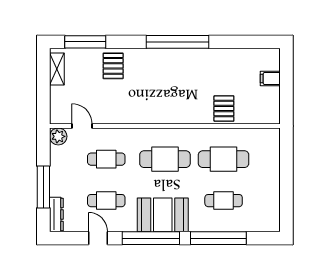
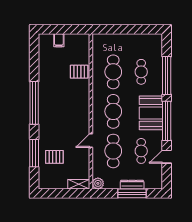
window: (85, 42) -> (34, 153), moved
pallet: (113, 66) -> (54, 157), moved
shelving: (57, 69) -> (79, 184), moved
door: (82, 126) -> (91, 141), moved
cafe table: (106, 159) -> (113, 151), width x1.37, depth x1.35
dresser: (56, 214) -> (132, 185), moved

